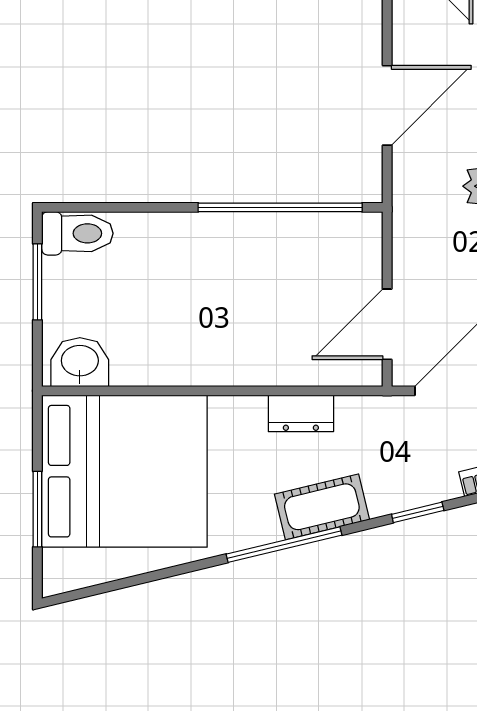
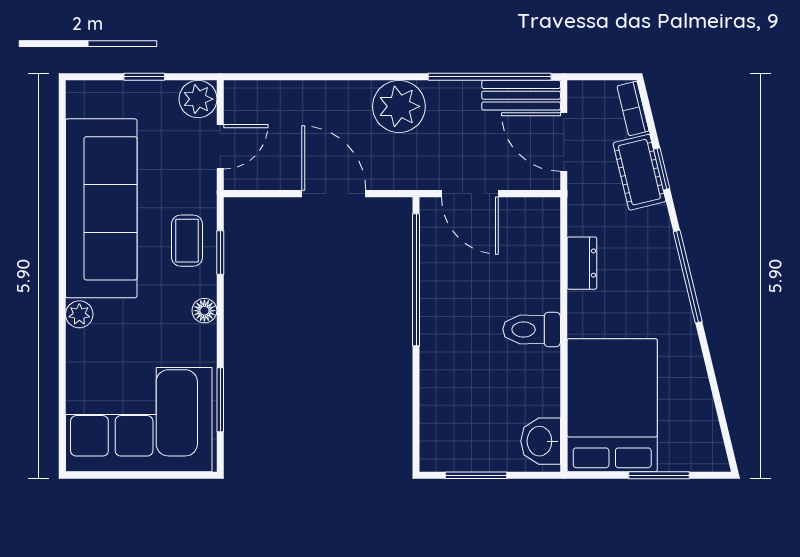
toilet: (77, 233) -> (532, 329), moved, turned -90
door: (387, 324) -> (470, 194), moved
bed: (124, 471) -> (612, 405), width x0.73
cot: (322, 507) -> (639, 172), moved

